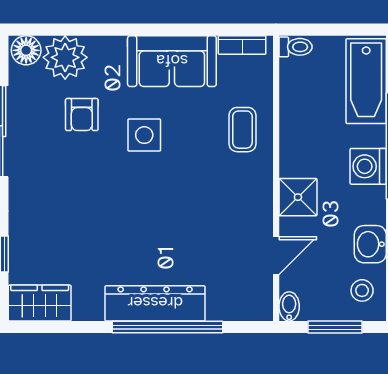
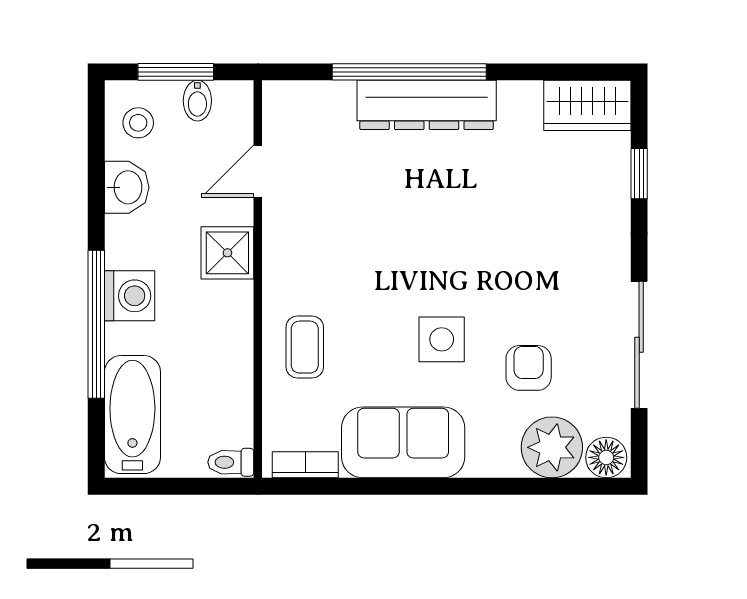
bidet: (289, 306) -> (197, 101), moved

